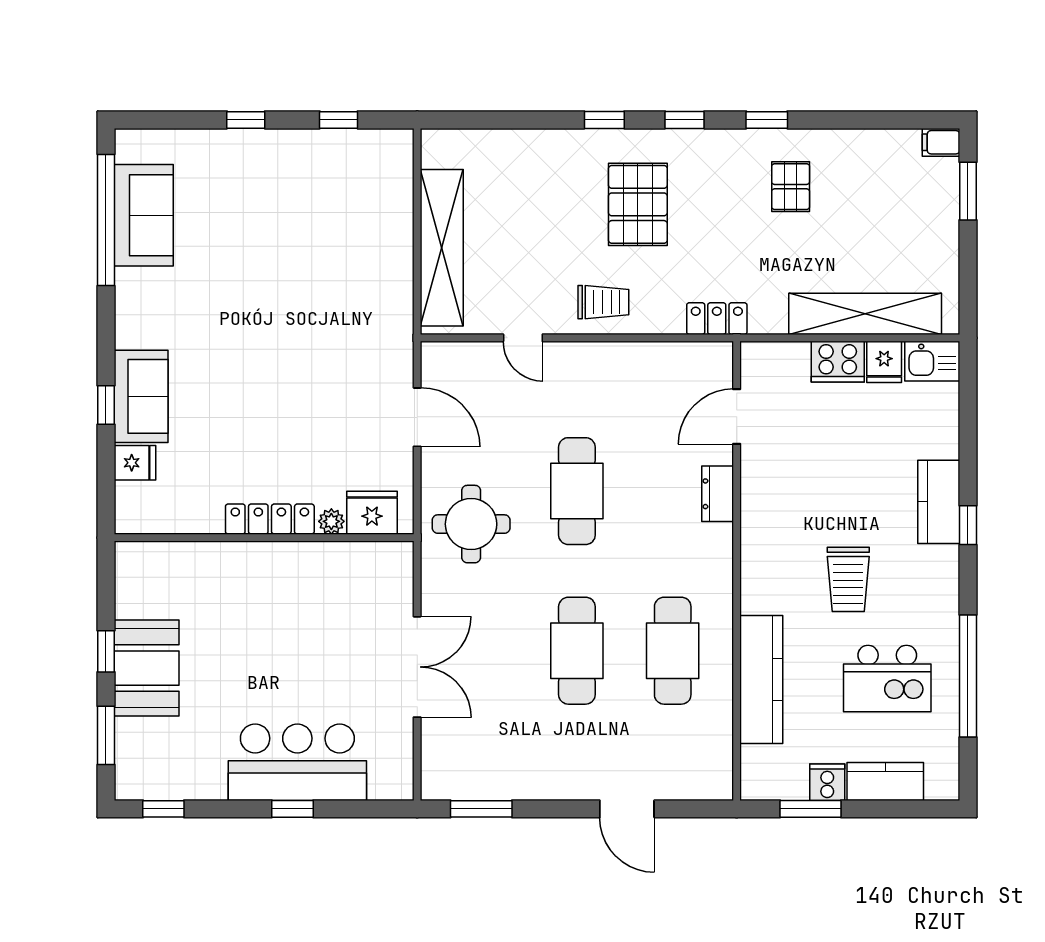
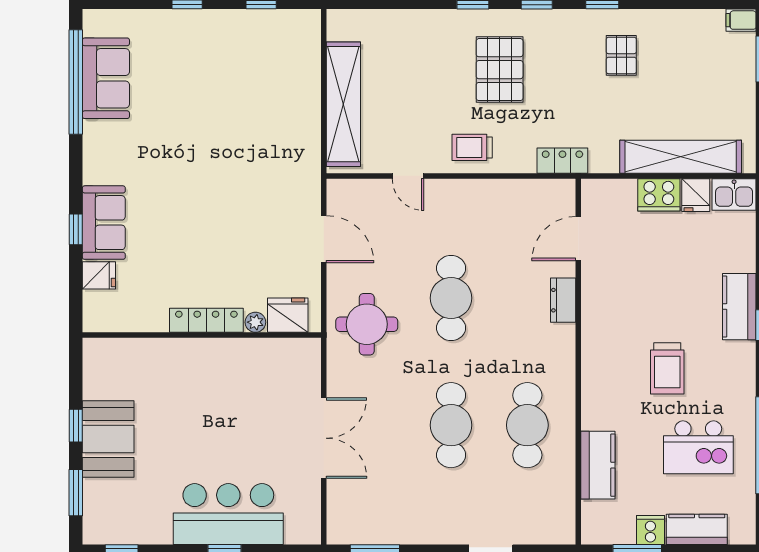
trolley: (603, 302) -> (472, 147), turned 180
kitchen counter: (761, 680) -> (598, 465), width x0.67

